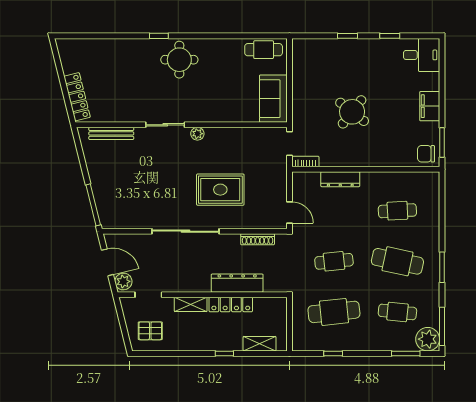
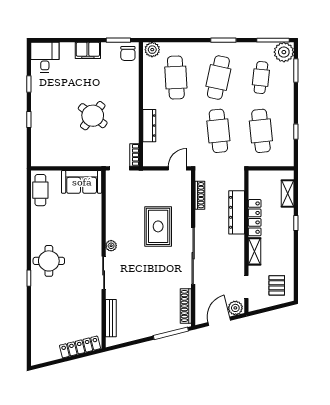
plant: (431, 183) -> (152, 50), added
cafe table: (397, 211) -> (176, 78), width x1.37, depth x1.35
shoe rack: (126, 222) -> (186, 306), added
cafe table: (334, 261) -> (218, 131), width x1.37, depth x1.35

